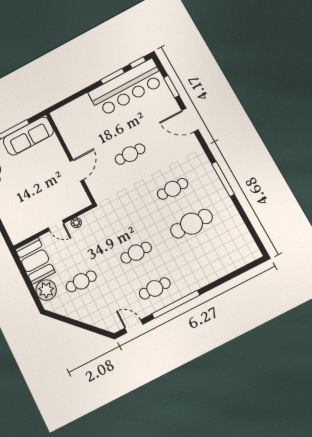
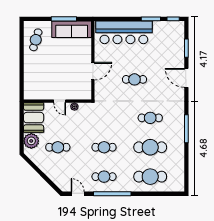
bar counter: (127, 88) -> (124, 32), moved
cafe table: (211, 259) -> (150, 177), added

